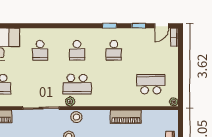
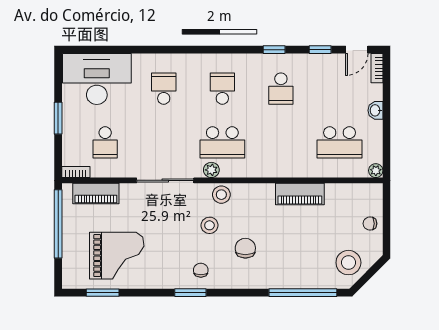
school desk: (40, 50) -> (164, 89), turned 180
school desk: (77, 50) -> (222, 89), turned 180
washbasin: (173, 64) -> (375, 110), added
school desk: (151, 84) -> (340, 142), turned 180

